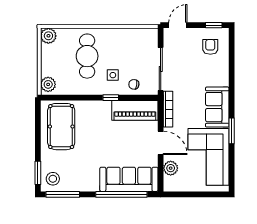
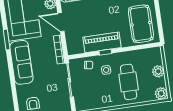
plant: (48, 84) -> (158, 71), moved
sofa: (217, 107) -> (21, 62), width x1.36
piano: (135, 110) -> (102, 42), moved

